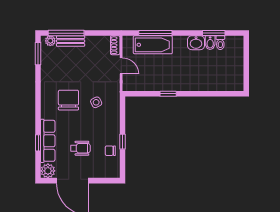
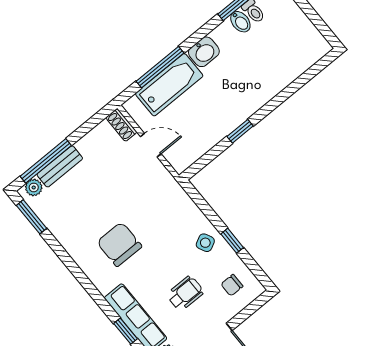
washbasin: (196, 43) -> (204, 52), moved
side table: (96, 102) -> (205, 243), moved
chair: (110, 151) -> (232, 285), moved

